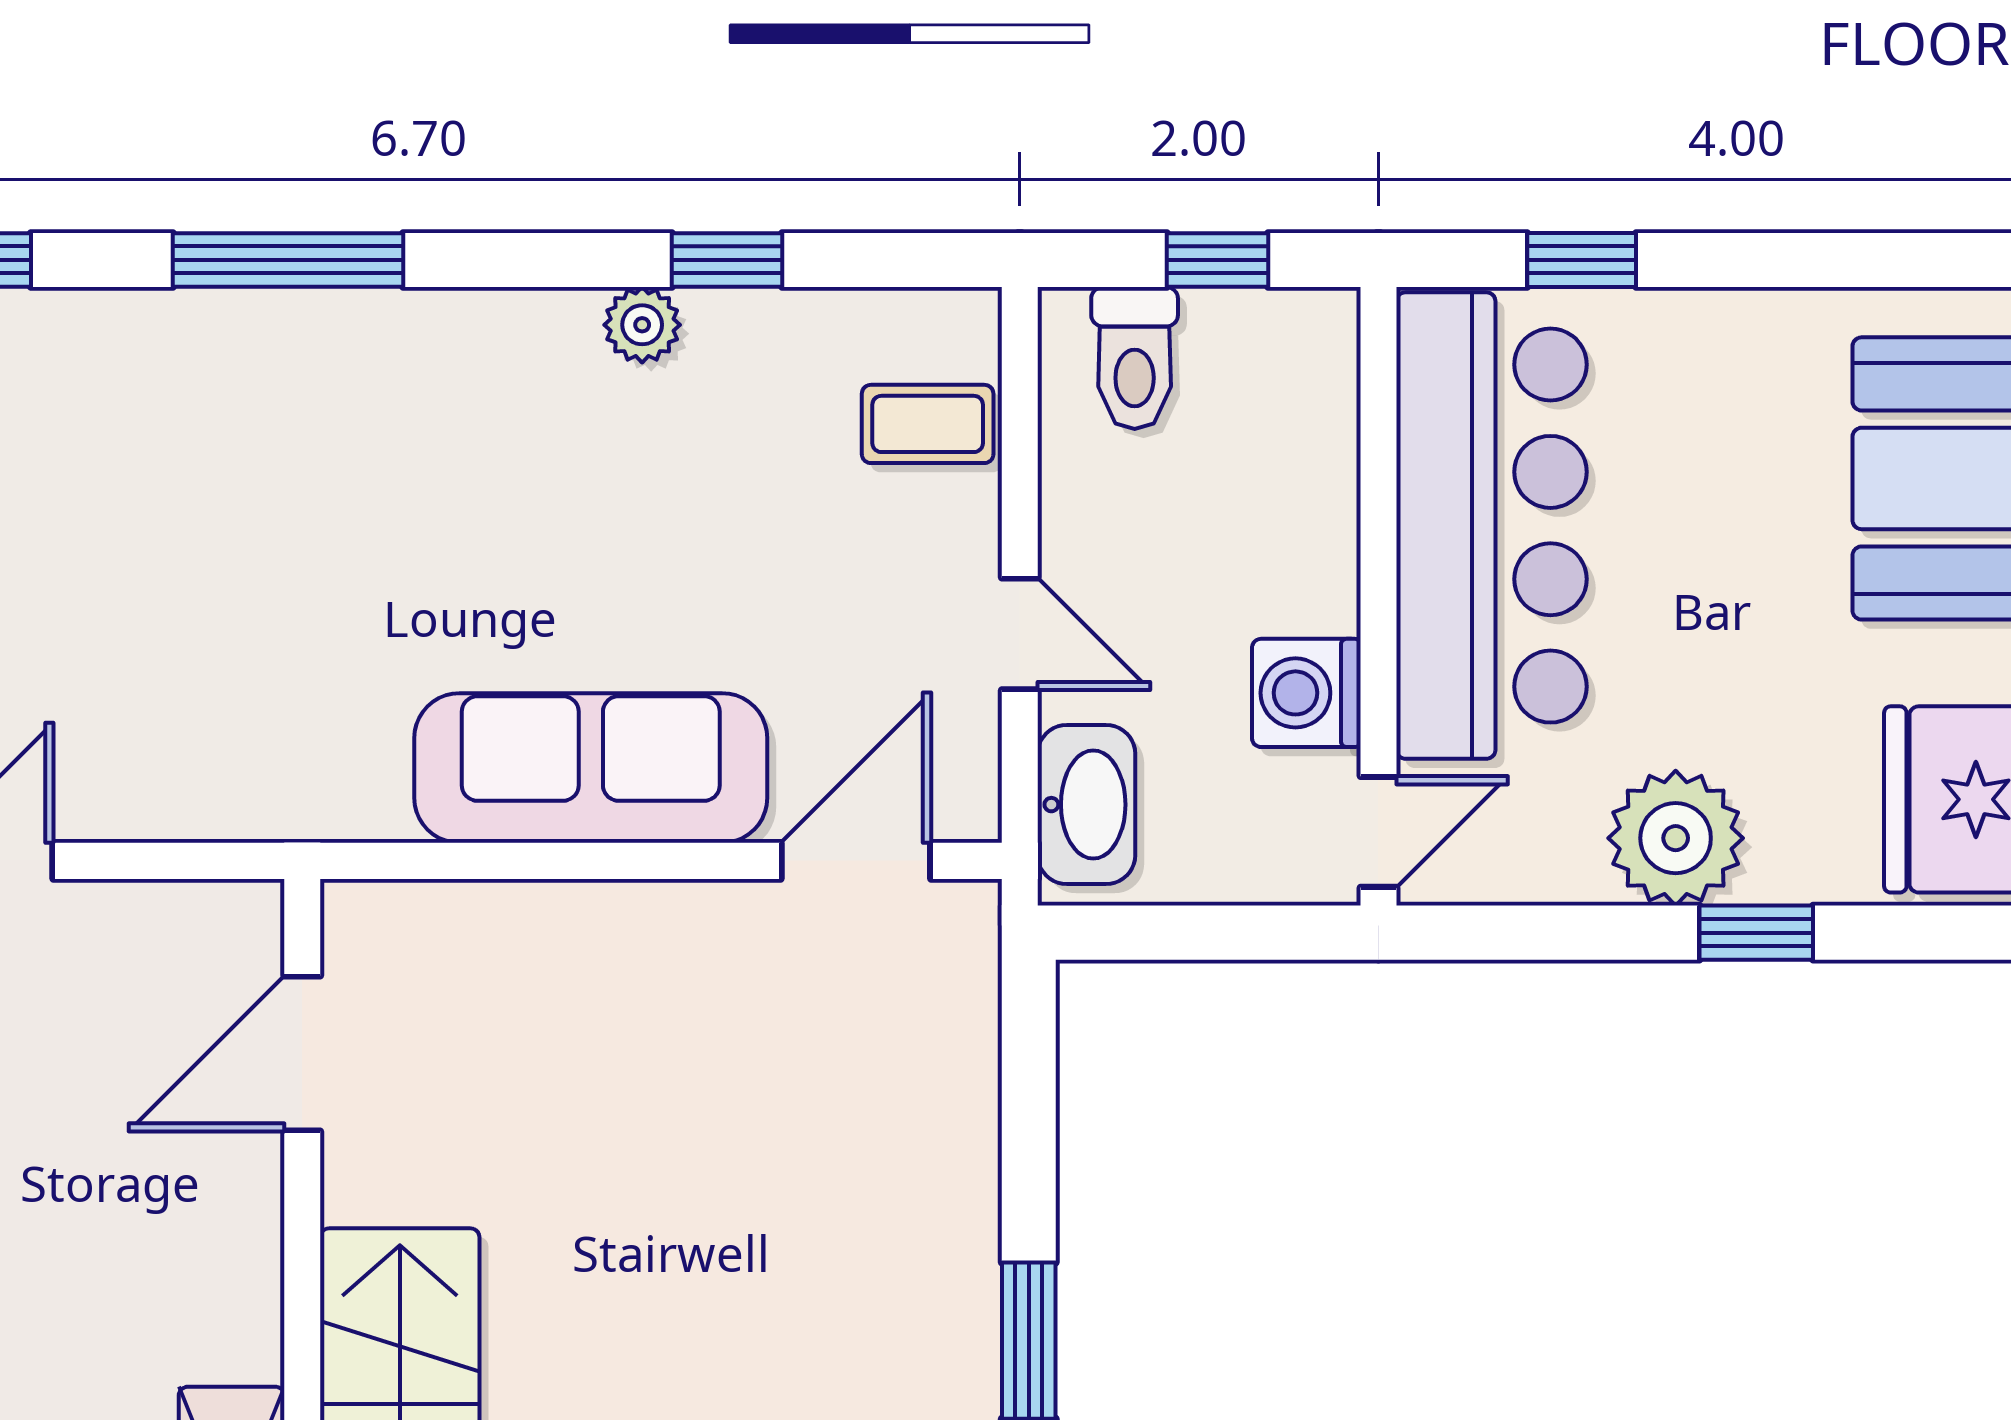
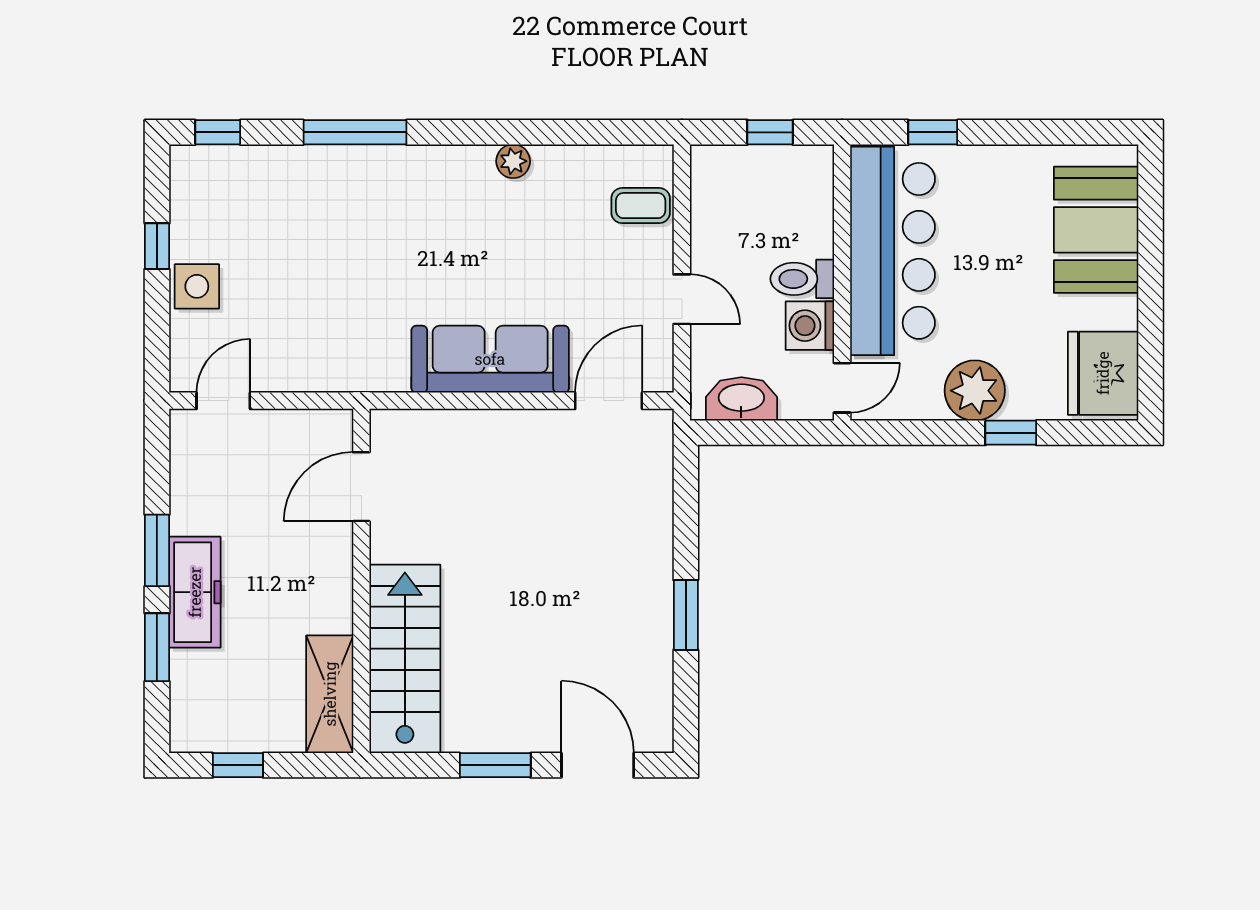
window: (727, 260) -> (551, 132), removed
toilet: (1135, 358) -> (802, 279), moved, turned 90
washbasin: (1086, 805) -> (741, 399), moved, turned -90

